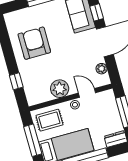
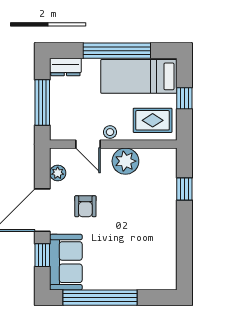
armchair: (34, 43) -> (85, 206), moved, width x0.53, depth x0.53
window: (33, 140) -> (184, 98), width x0.46

